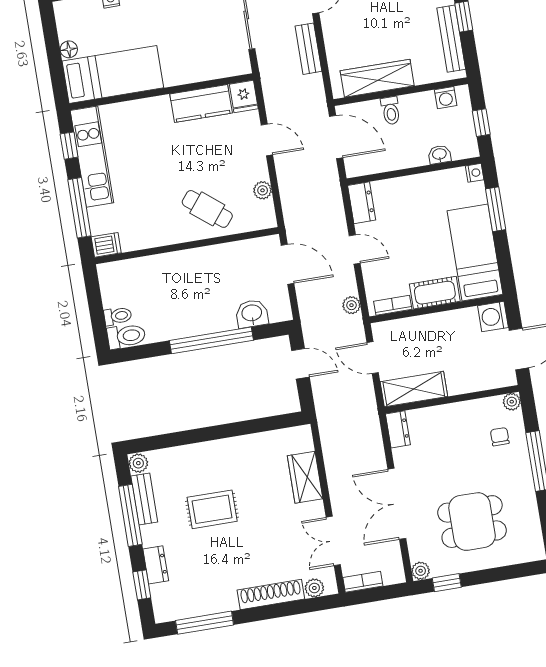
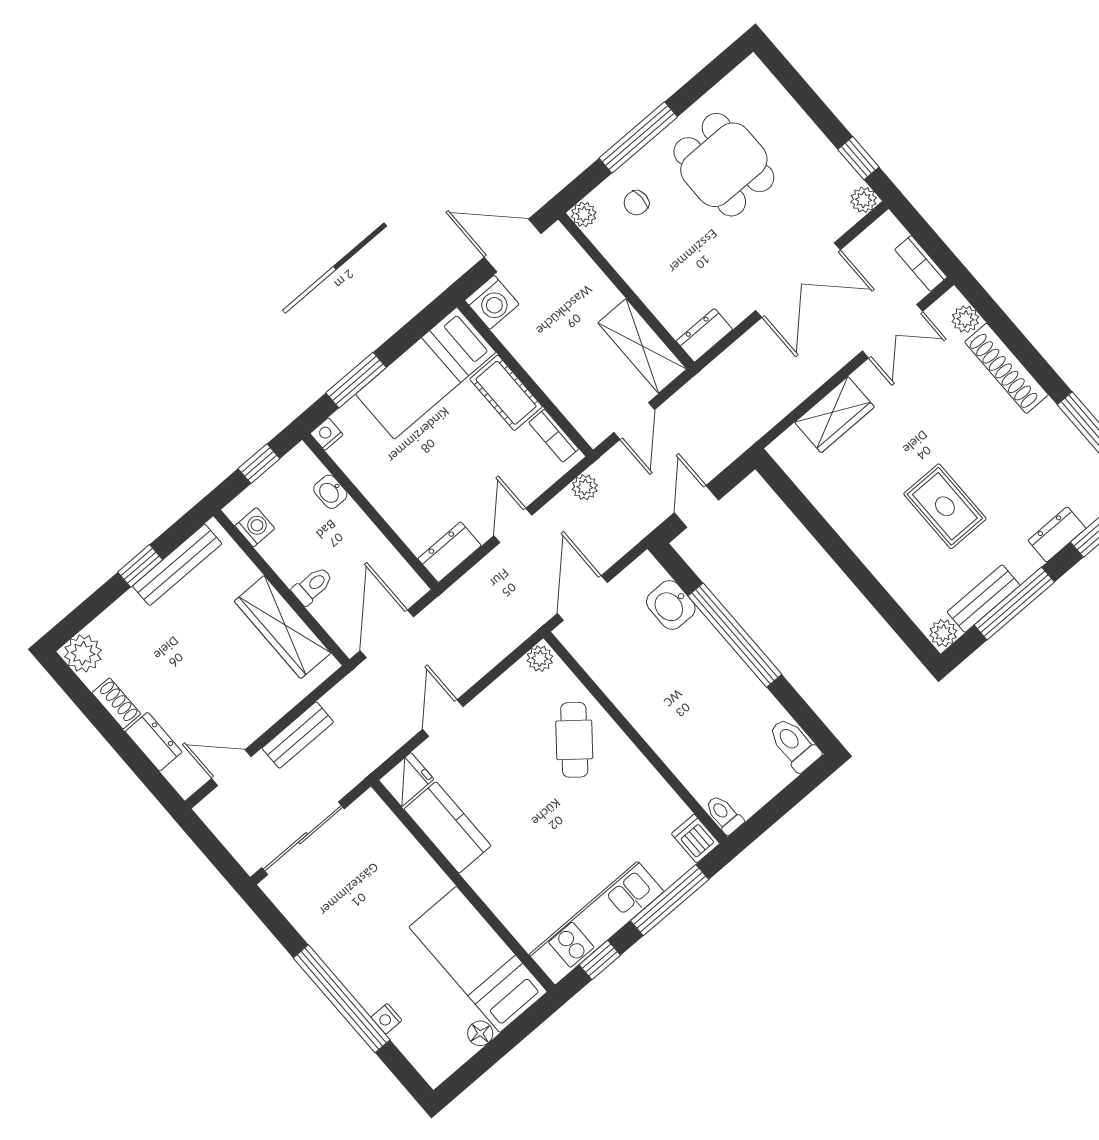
plant: (263, 190) -> (540, 659), moved
toilet: (118, 316) -> (724, 814), moved
dining table: (472, 522) -> (724, 165), moved

